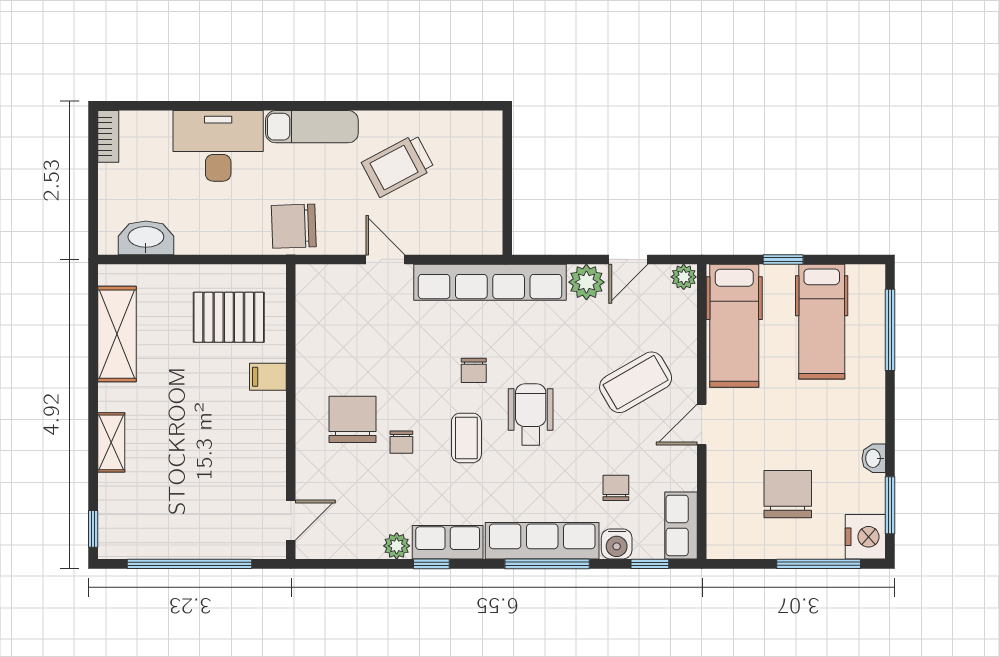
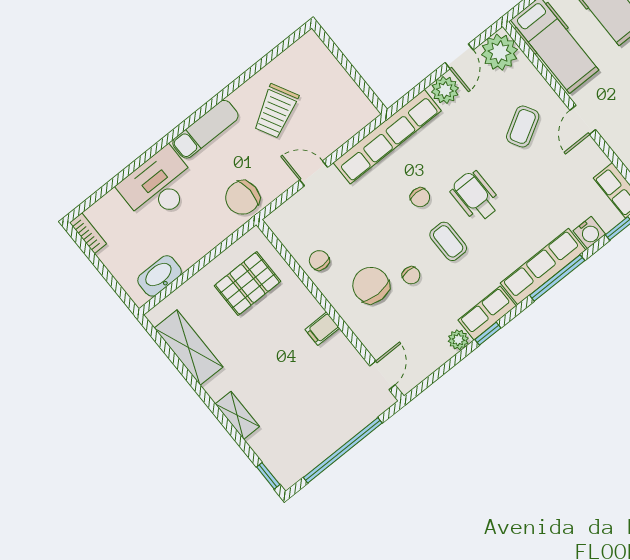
plant: (684, 277) -> (499, 52), width x1.88, depth x1.88
filing cabinet: (268, 377) -> (322, 329), moved
coffee table: (636, 382) -> (523, 126), width x0.73, depth x0.77
chair: (616, 488) -> (319, 260), moved

